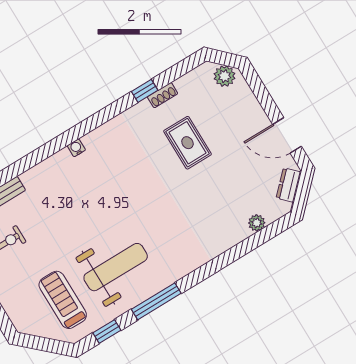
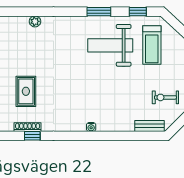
shoe rack: (163, 95) -> (28, 127), width x1.43
plant: (257, 223) -> (35, 21), moved
window: (156, 301) -> (99, 12), width x0.69

